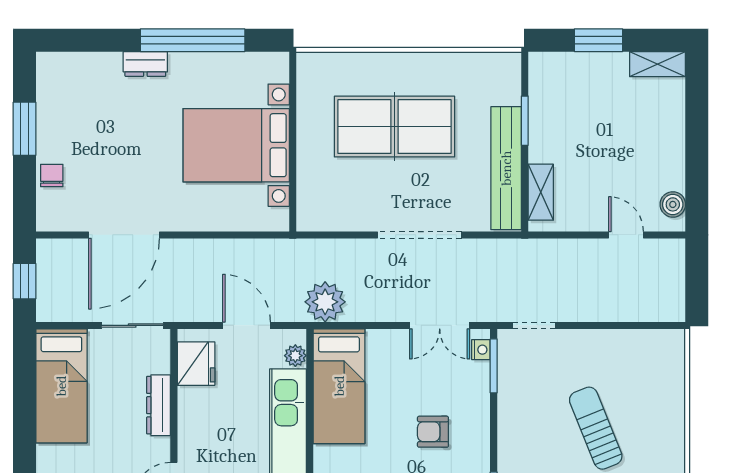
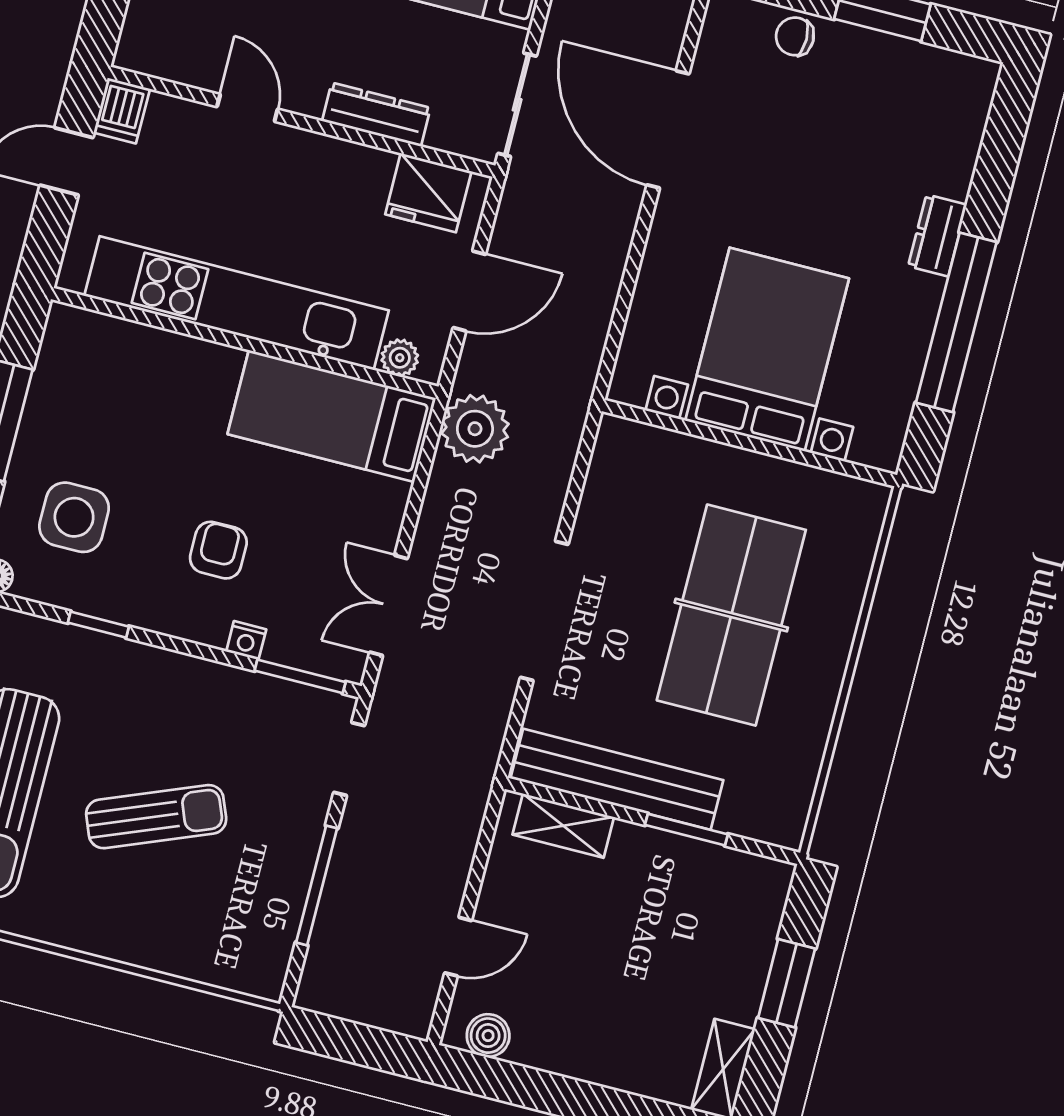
chair: (52, 176) -> (795, 36), turned 180
window: (612, 325) -> (317, 885), added
nightstand: (481, 350) -> (246, 640), moved

